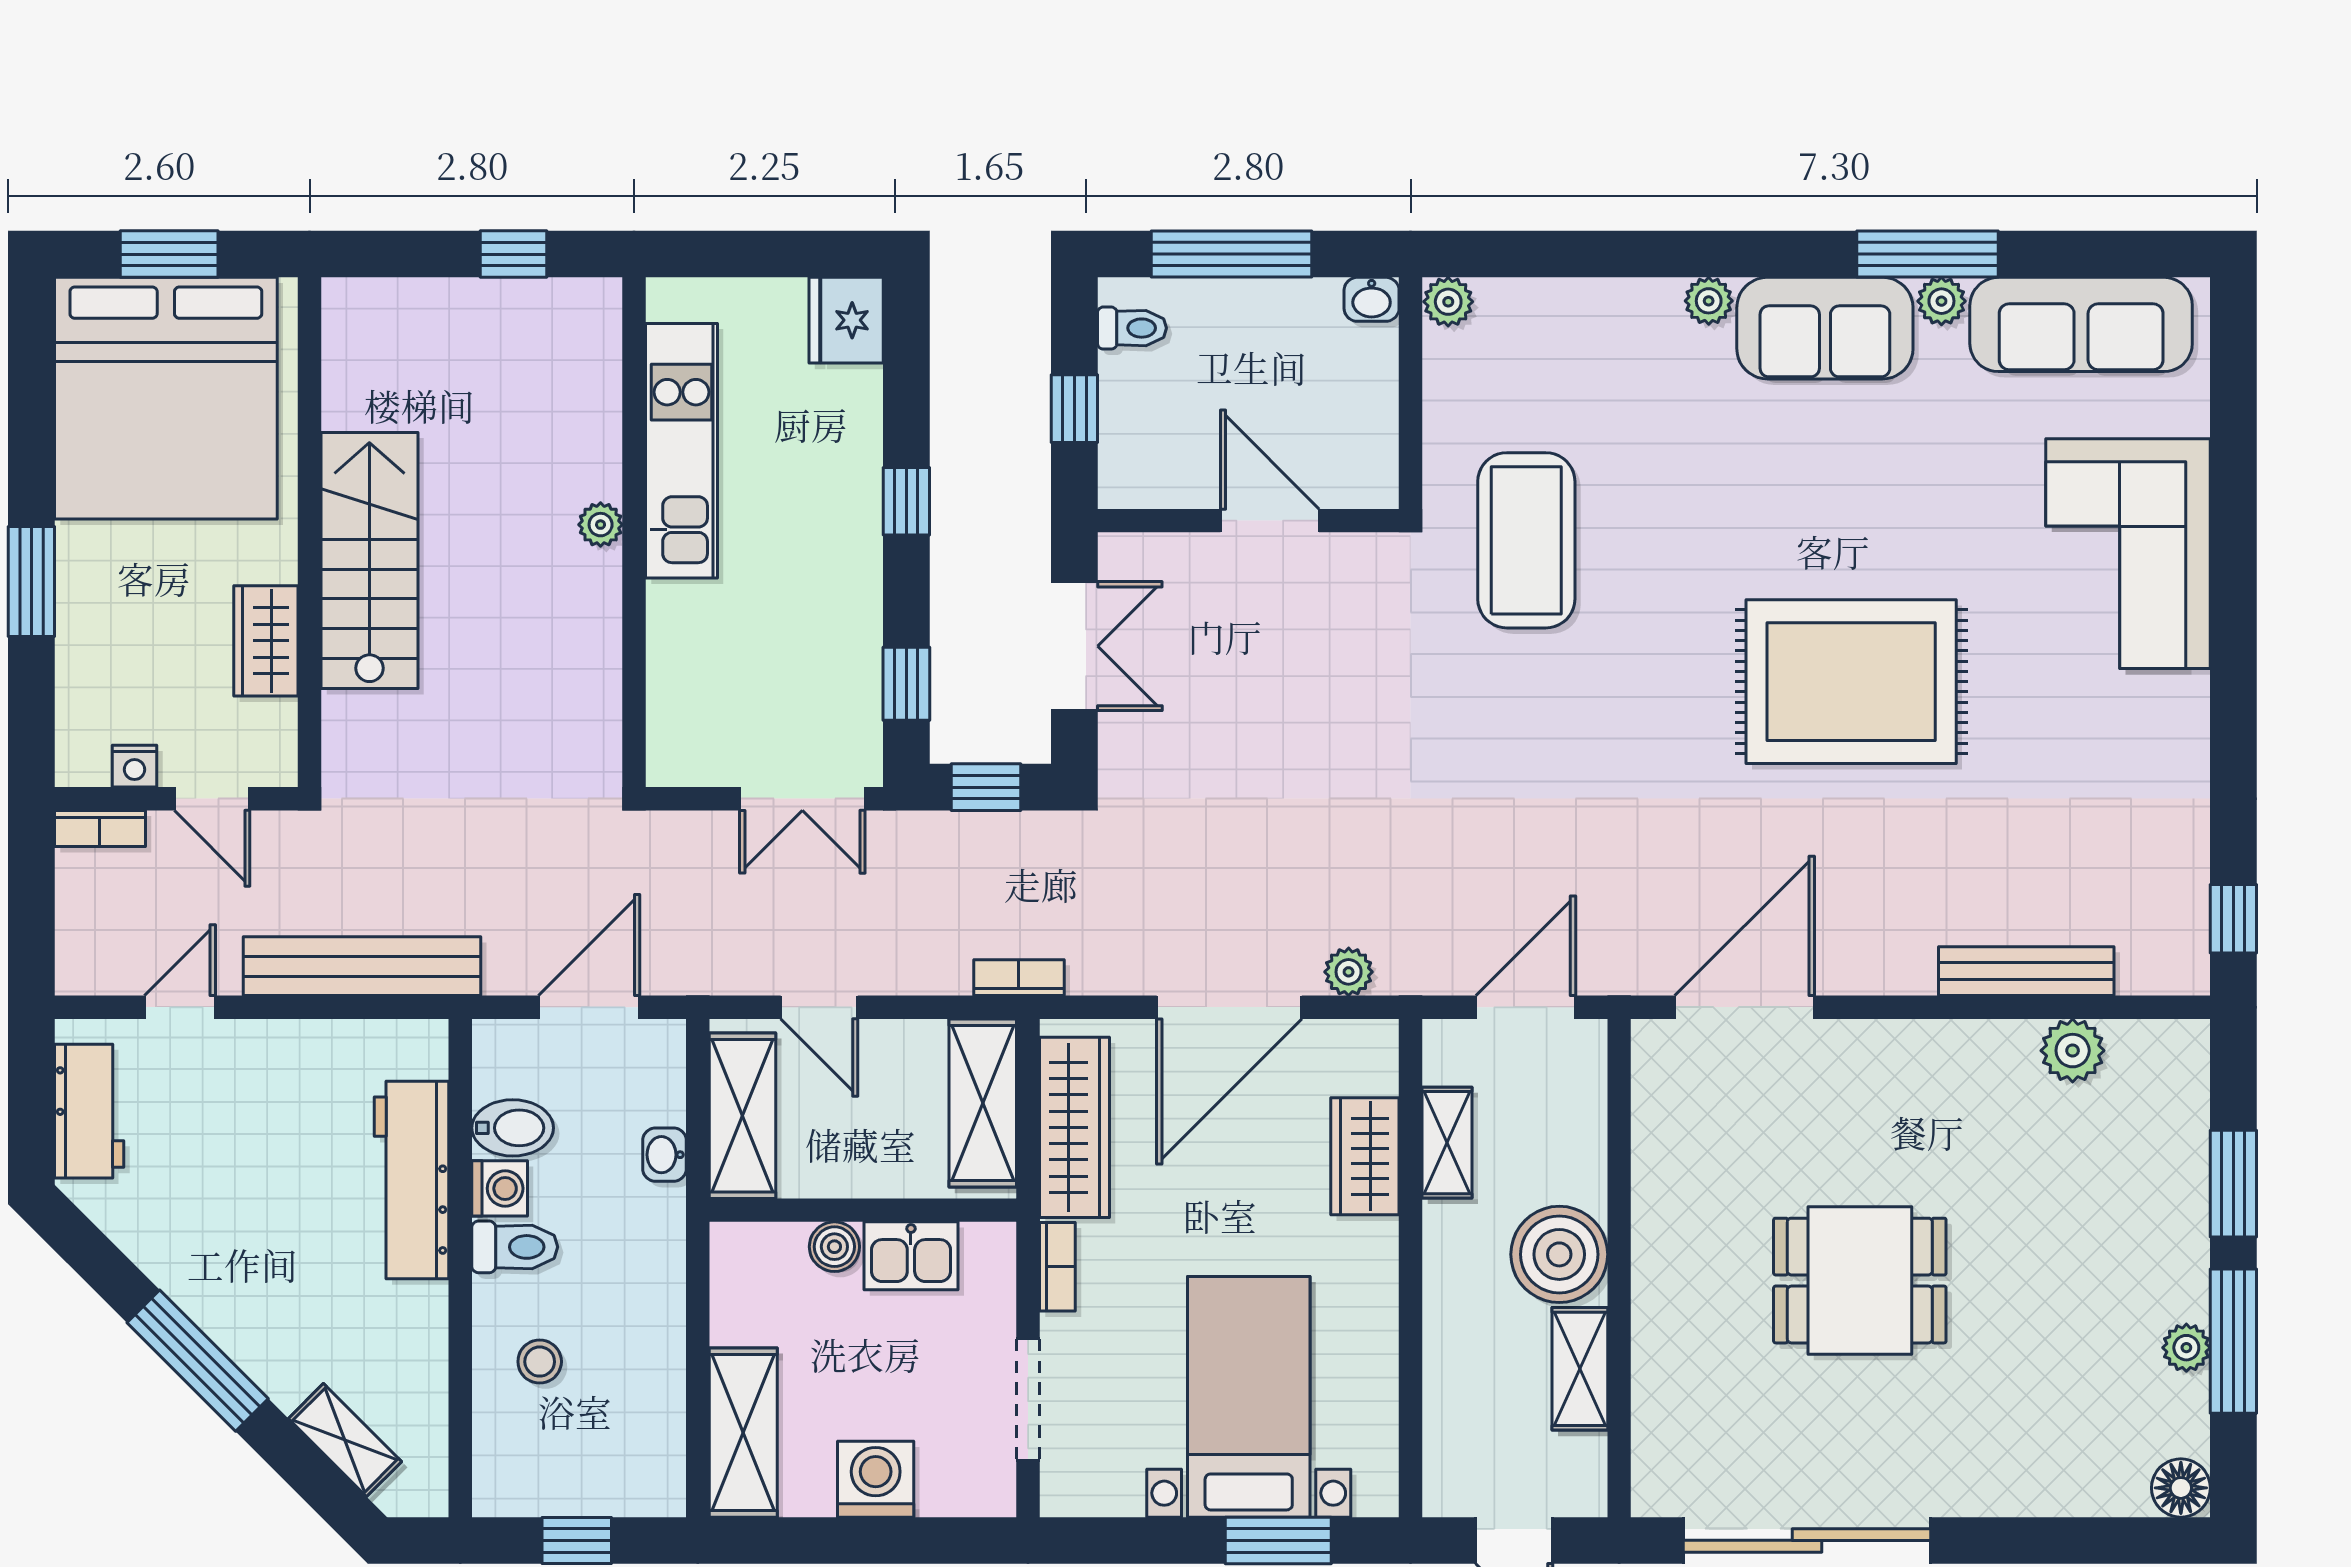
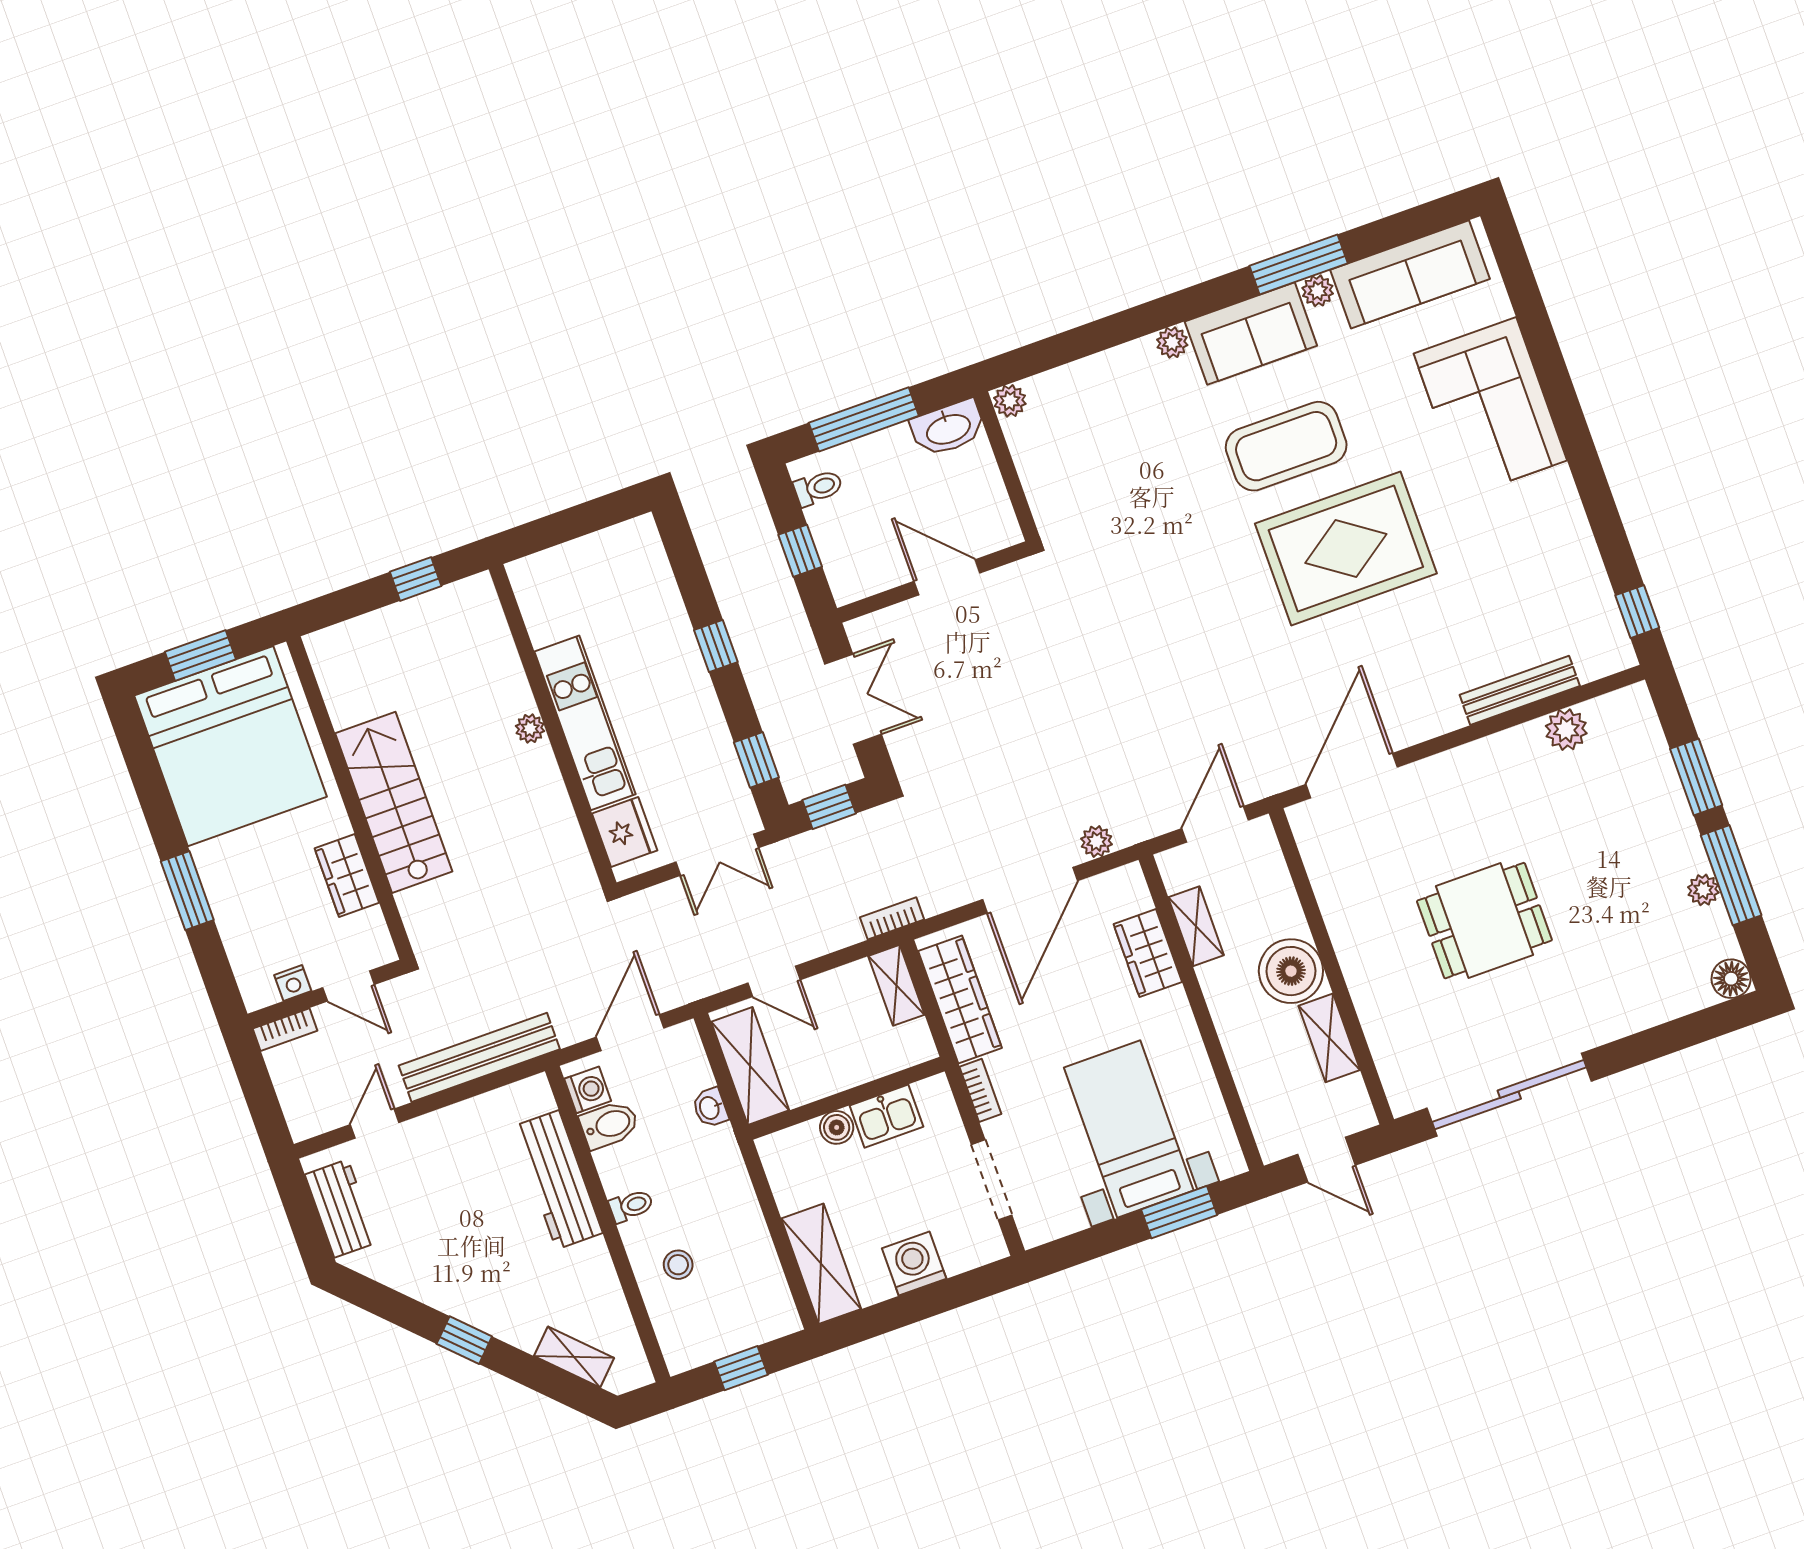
washbasin: (1372, 299) -> (948, 428), width x1.91, depth x1.45
fridge: (846, 320) -> (625, 832), moved, turned 180
kitchen unit: (682, 451) -> (585, 723), moved
coffee table: (1526, 540) -> (1286, 446), moved, turned 90
shelving: (983, 1103) -> (896, 985), width x0.67, depth x0.75
washing machine: (500, 1188) -> (588, 1090), moved
toilet: (515, 1247) -> (631, 1206), width x0.73, depth x0.72
window: (198, 1361) -> (464, 1340), width x0.46

